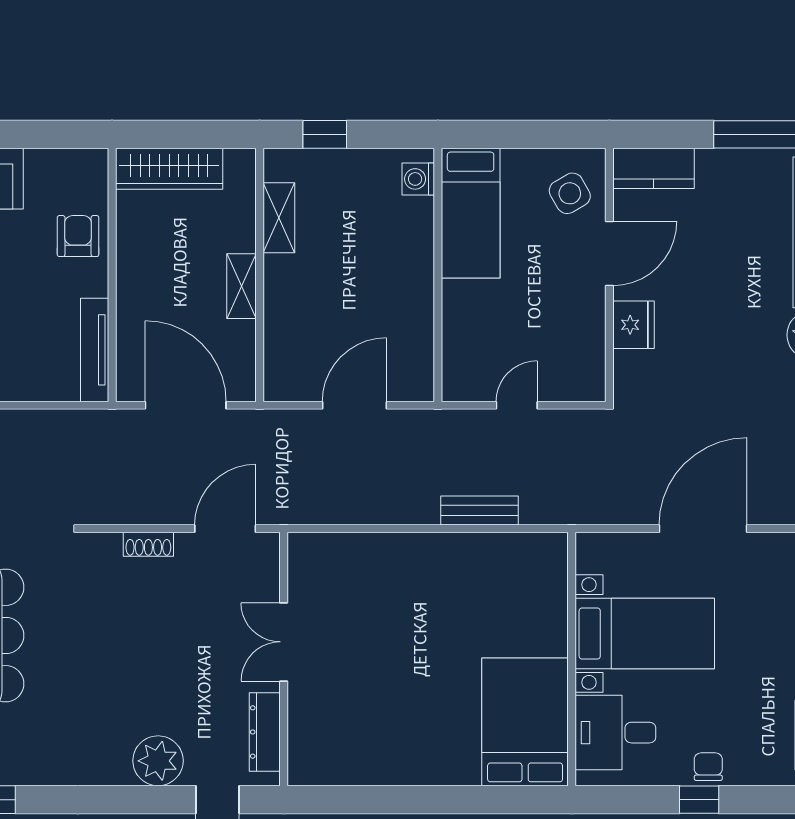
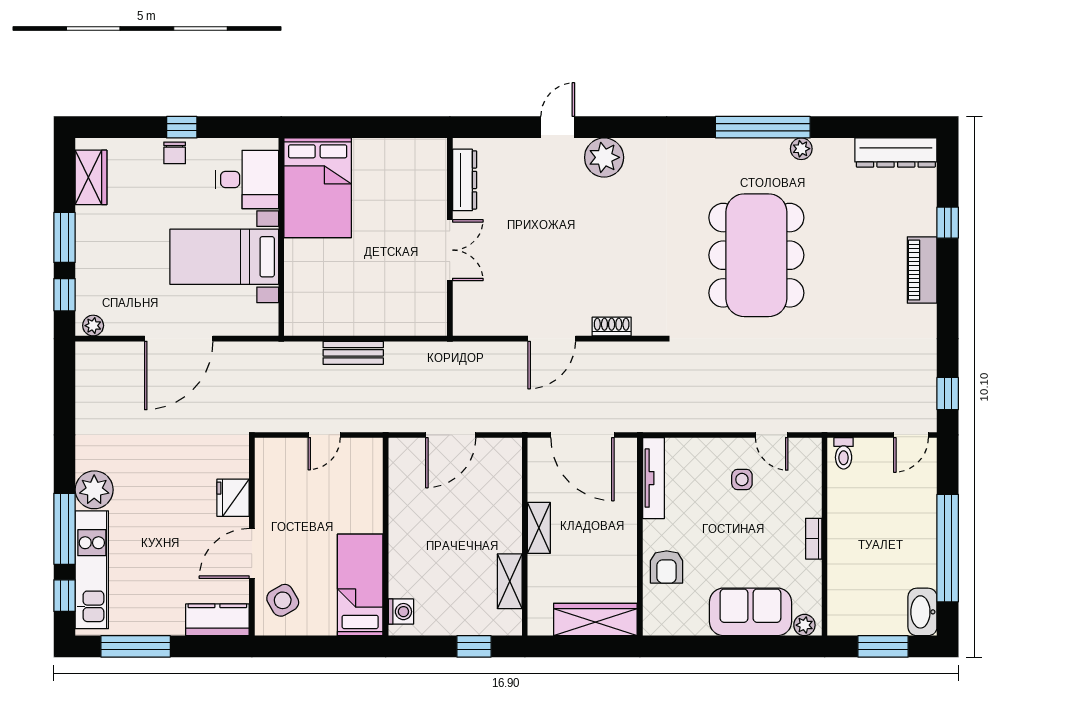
double door: (284, 642) -> (450, 250), moved
wall: (284, 659) -> (450, 237), moved
dresser: (265, 732) -> (465, 180), moved

